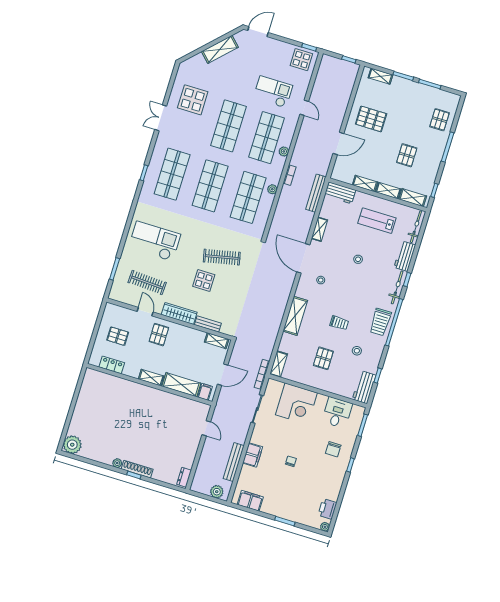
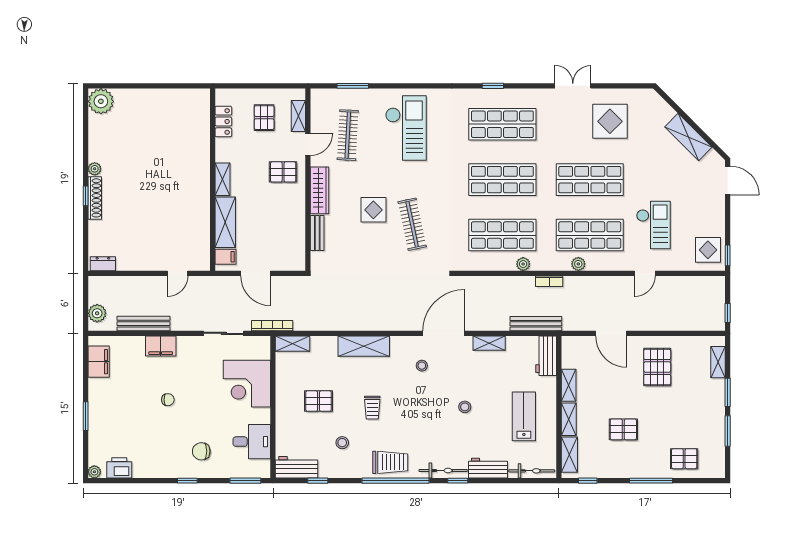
trolley: (380, 322) -> (390, 462), turned 180
shelving: (217, 341) -> (298, 116), moved

